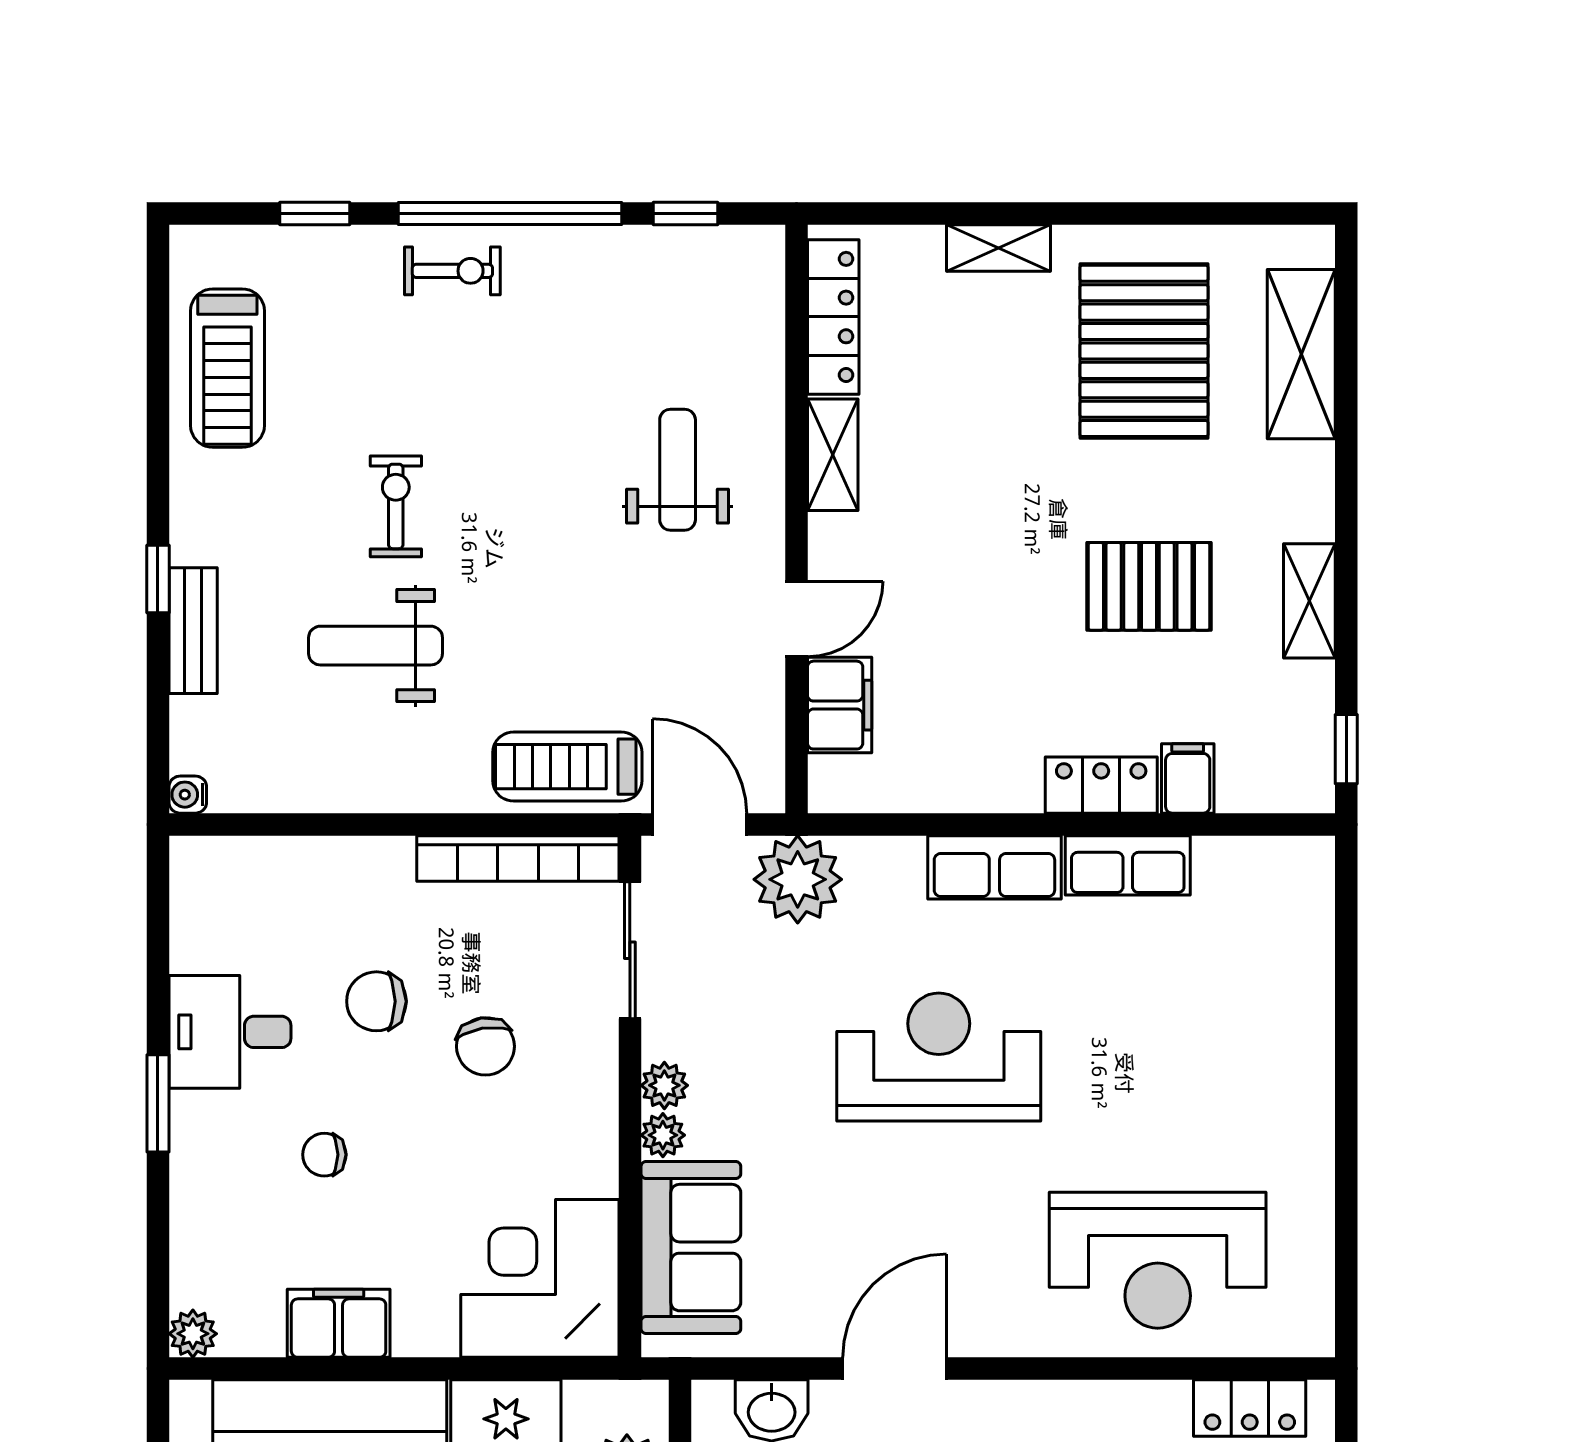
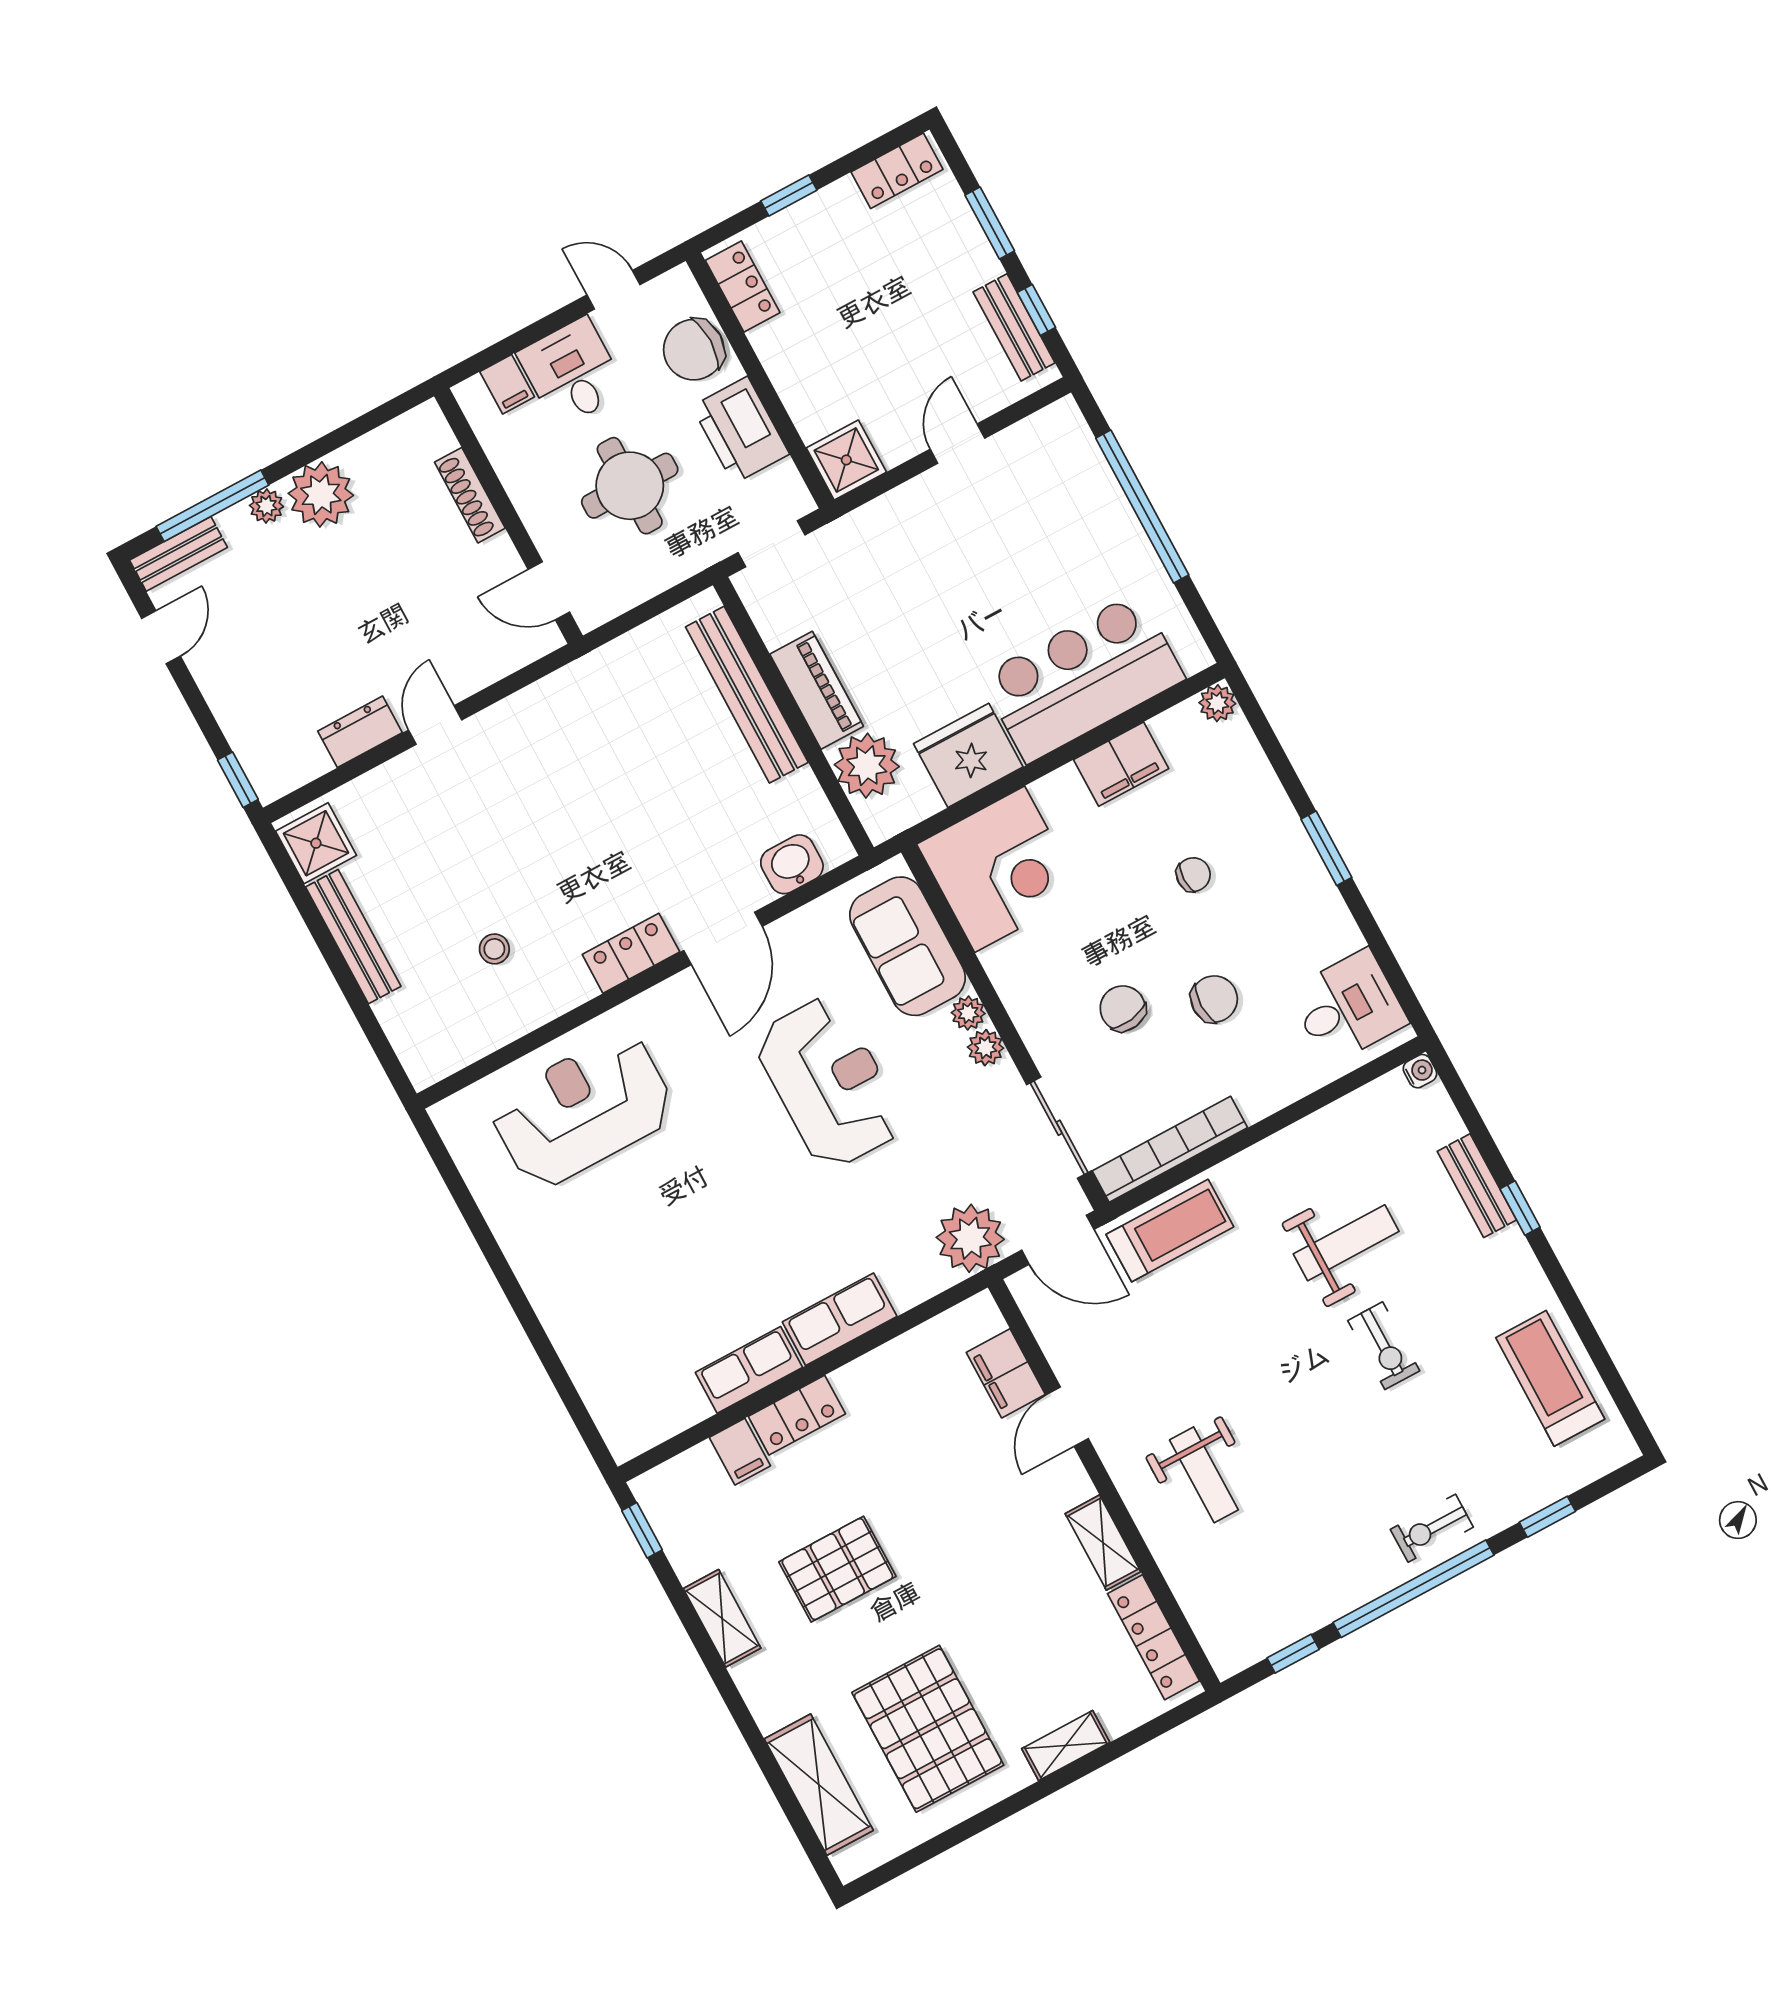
desk: (230, 1032) -> (1348, 1007), moved
reception desk: (939, 1057) -> (829, 1083), moved, turned -90
locker: (1250, 1408) -> (631, 953), moved

